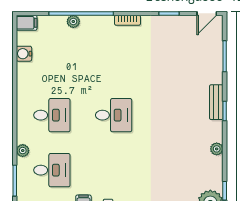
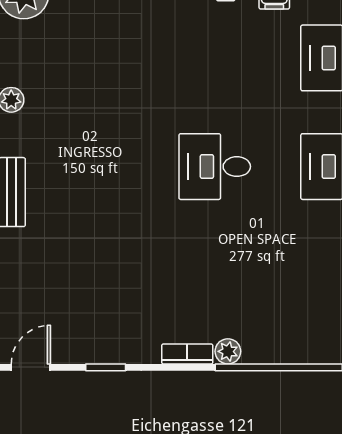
plant: (73, 22) -> (228, 351), moved

